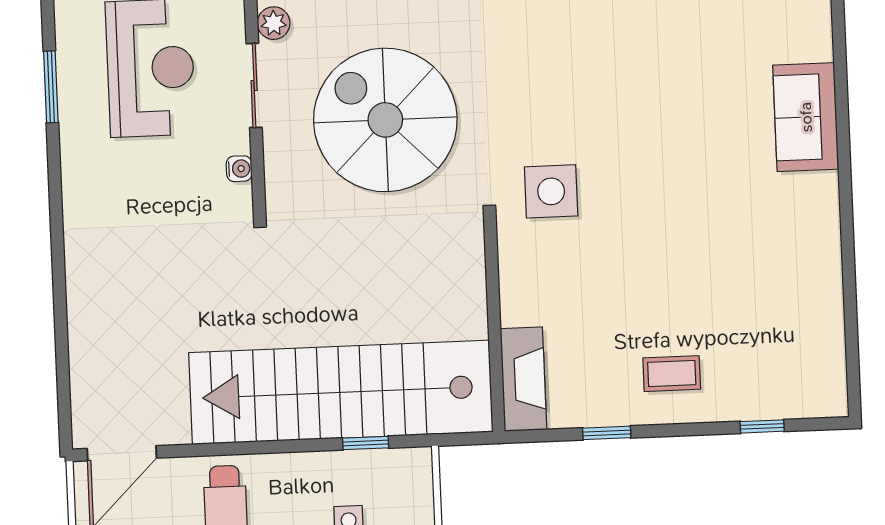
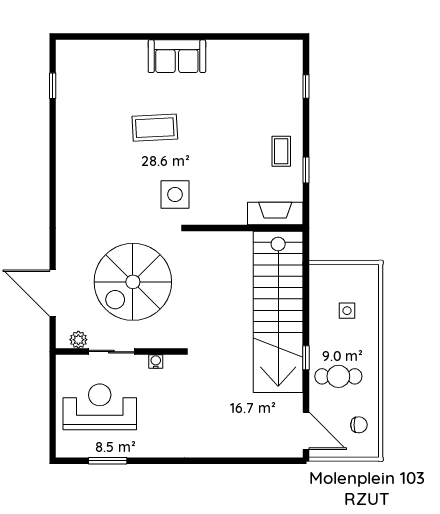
sofa: (806, 117) -> (177, 56), moved
coffee table: (674, 149) -> (155, 128), added
coffee table: (672, 374) -> (281, 151), moved
window: (366, 443) -> (306, 358), moved

